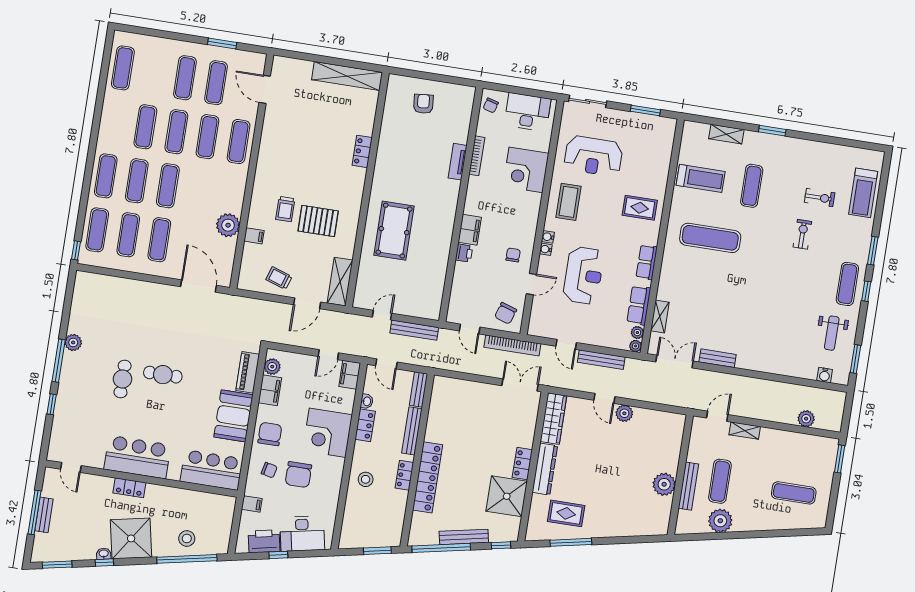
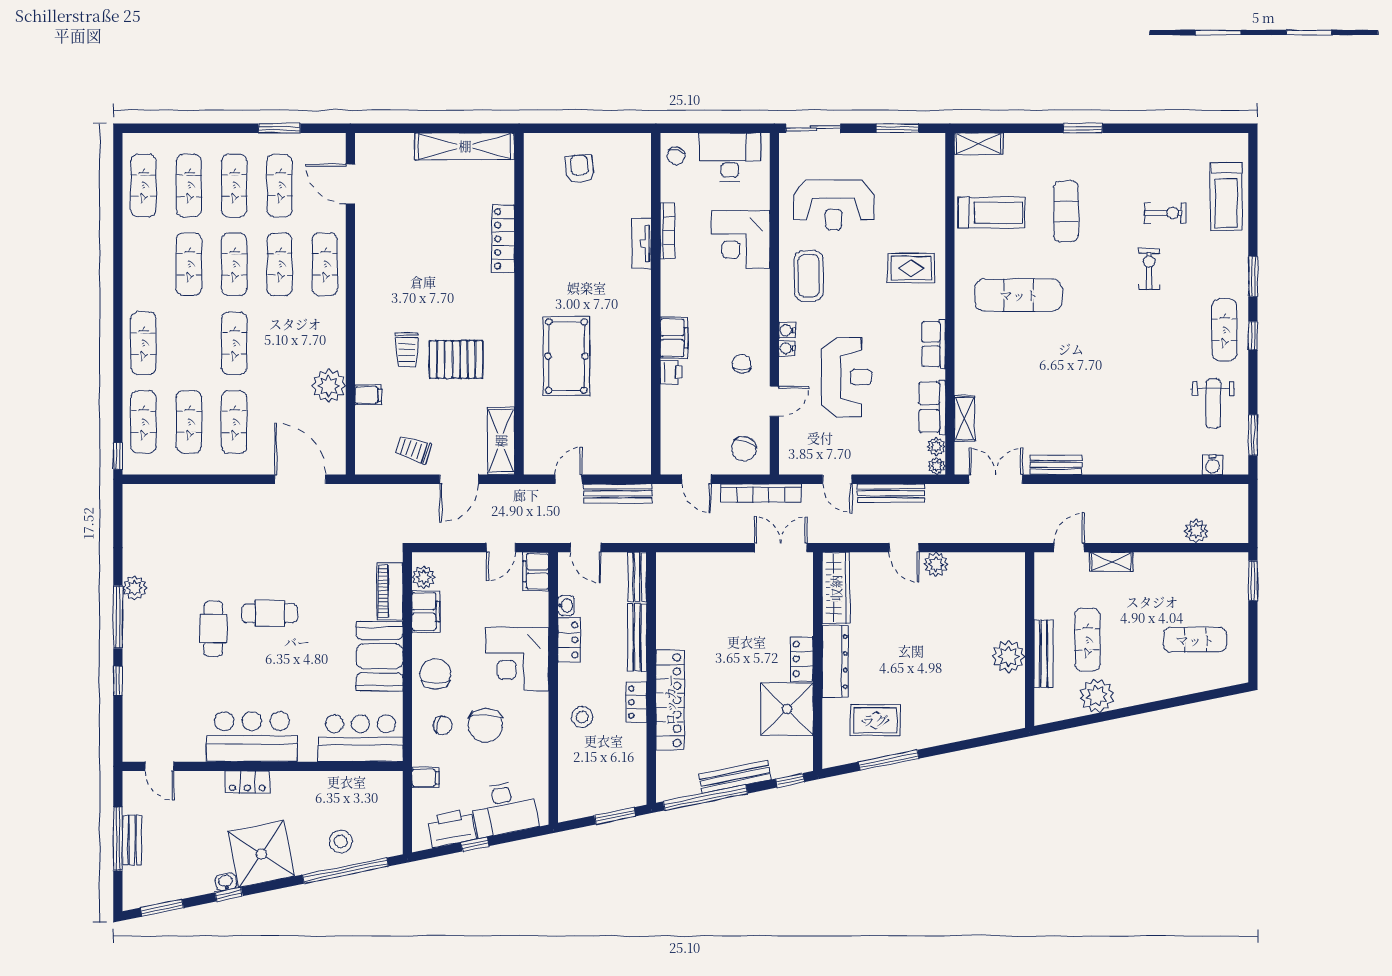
shelving: (726, 134) -> (978, 144), moved
locker: (362, 151) -> (503, 239), width x1.53
exercise mat: (137, 181) -> (189, 185), moved

